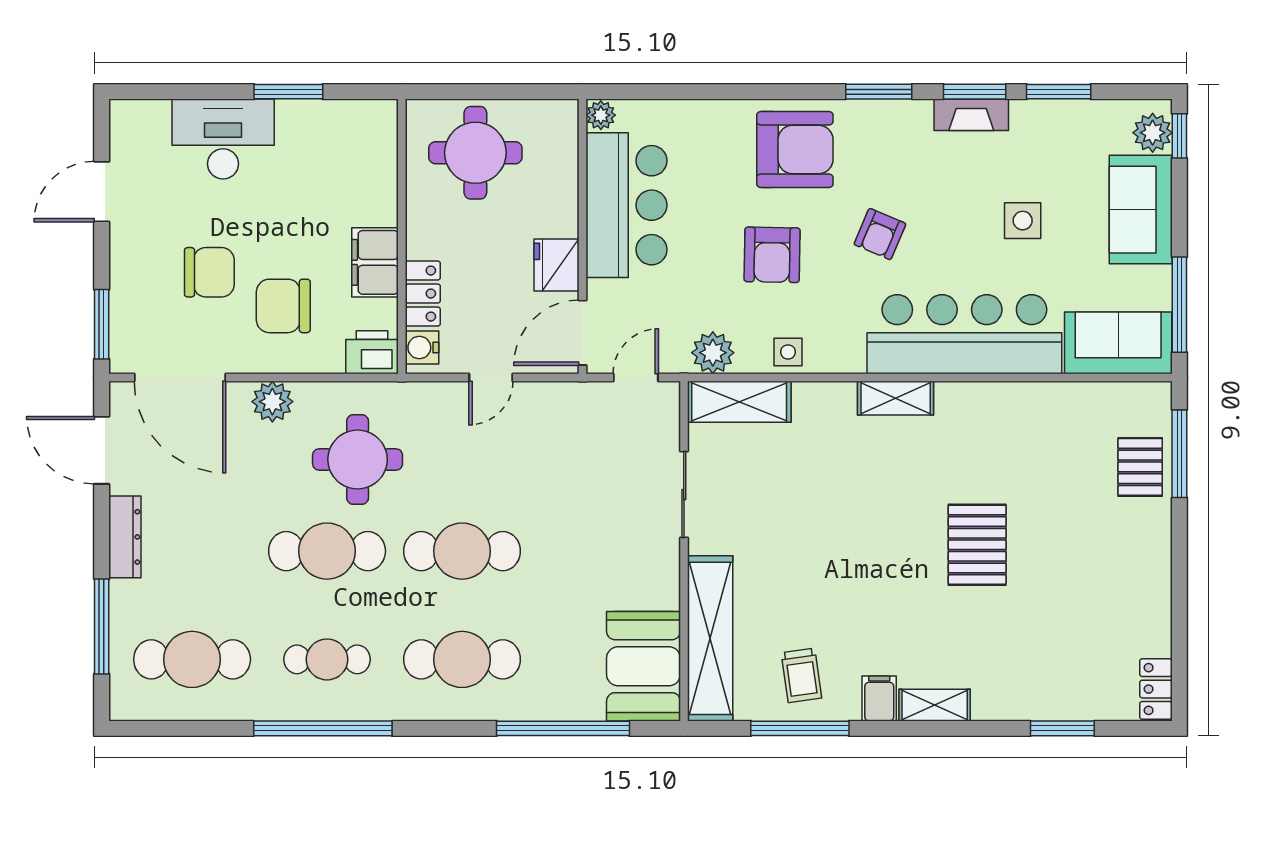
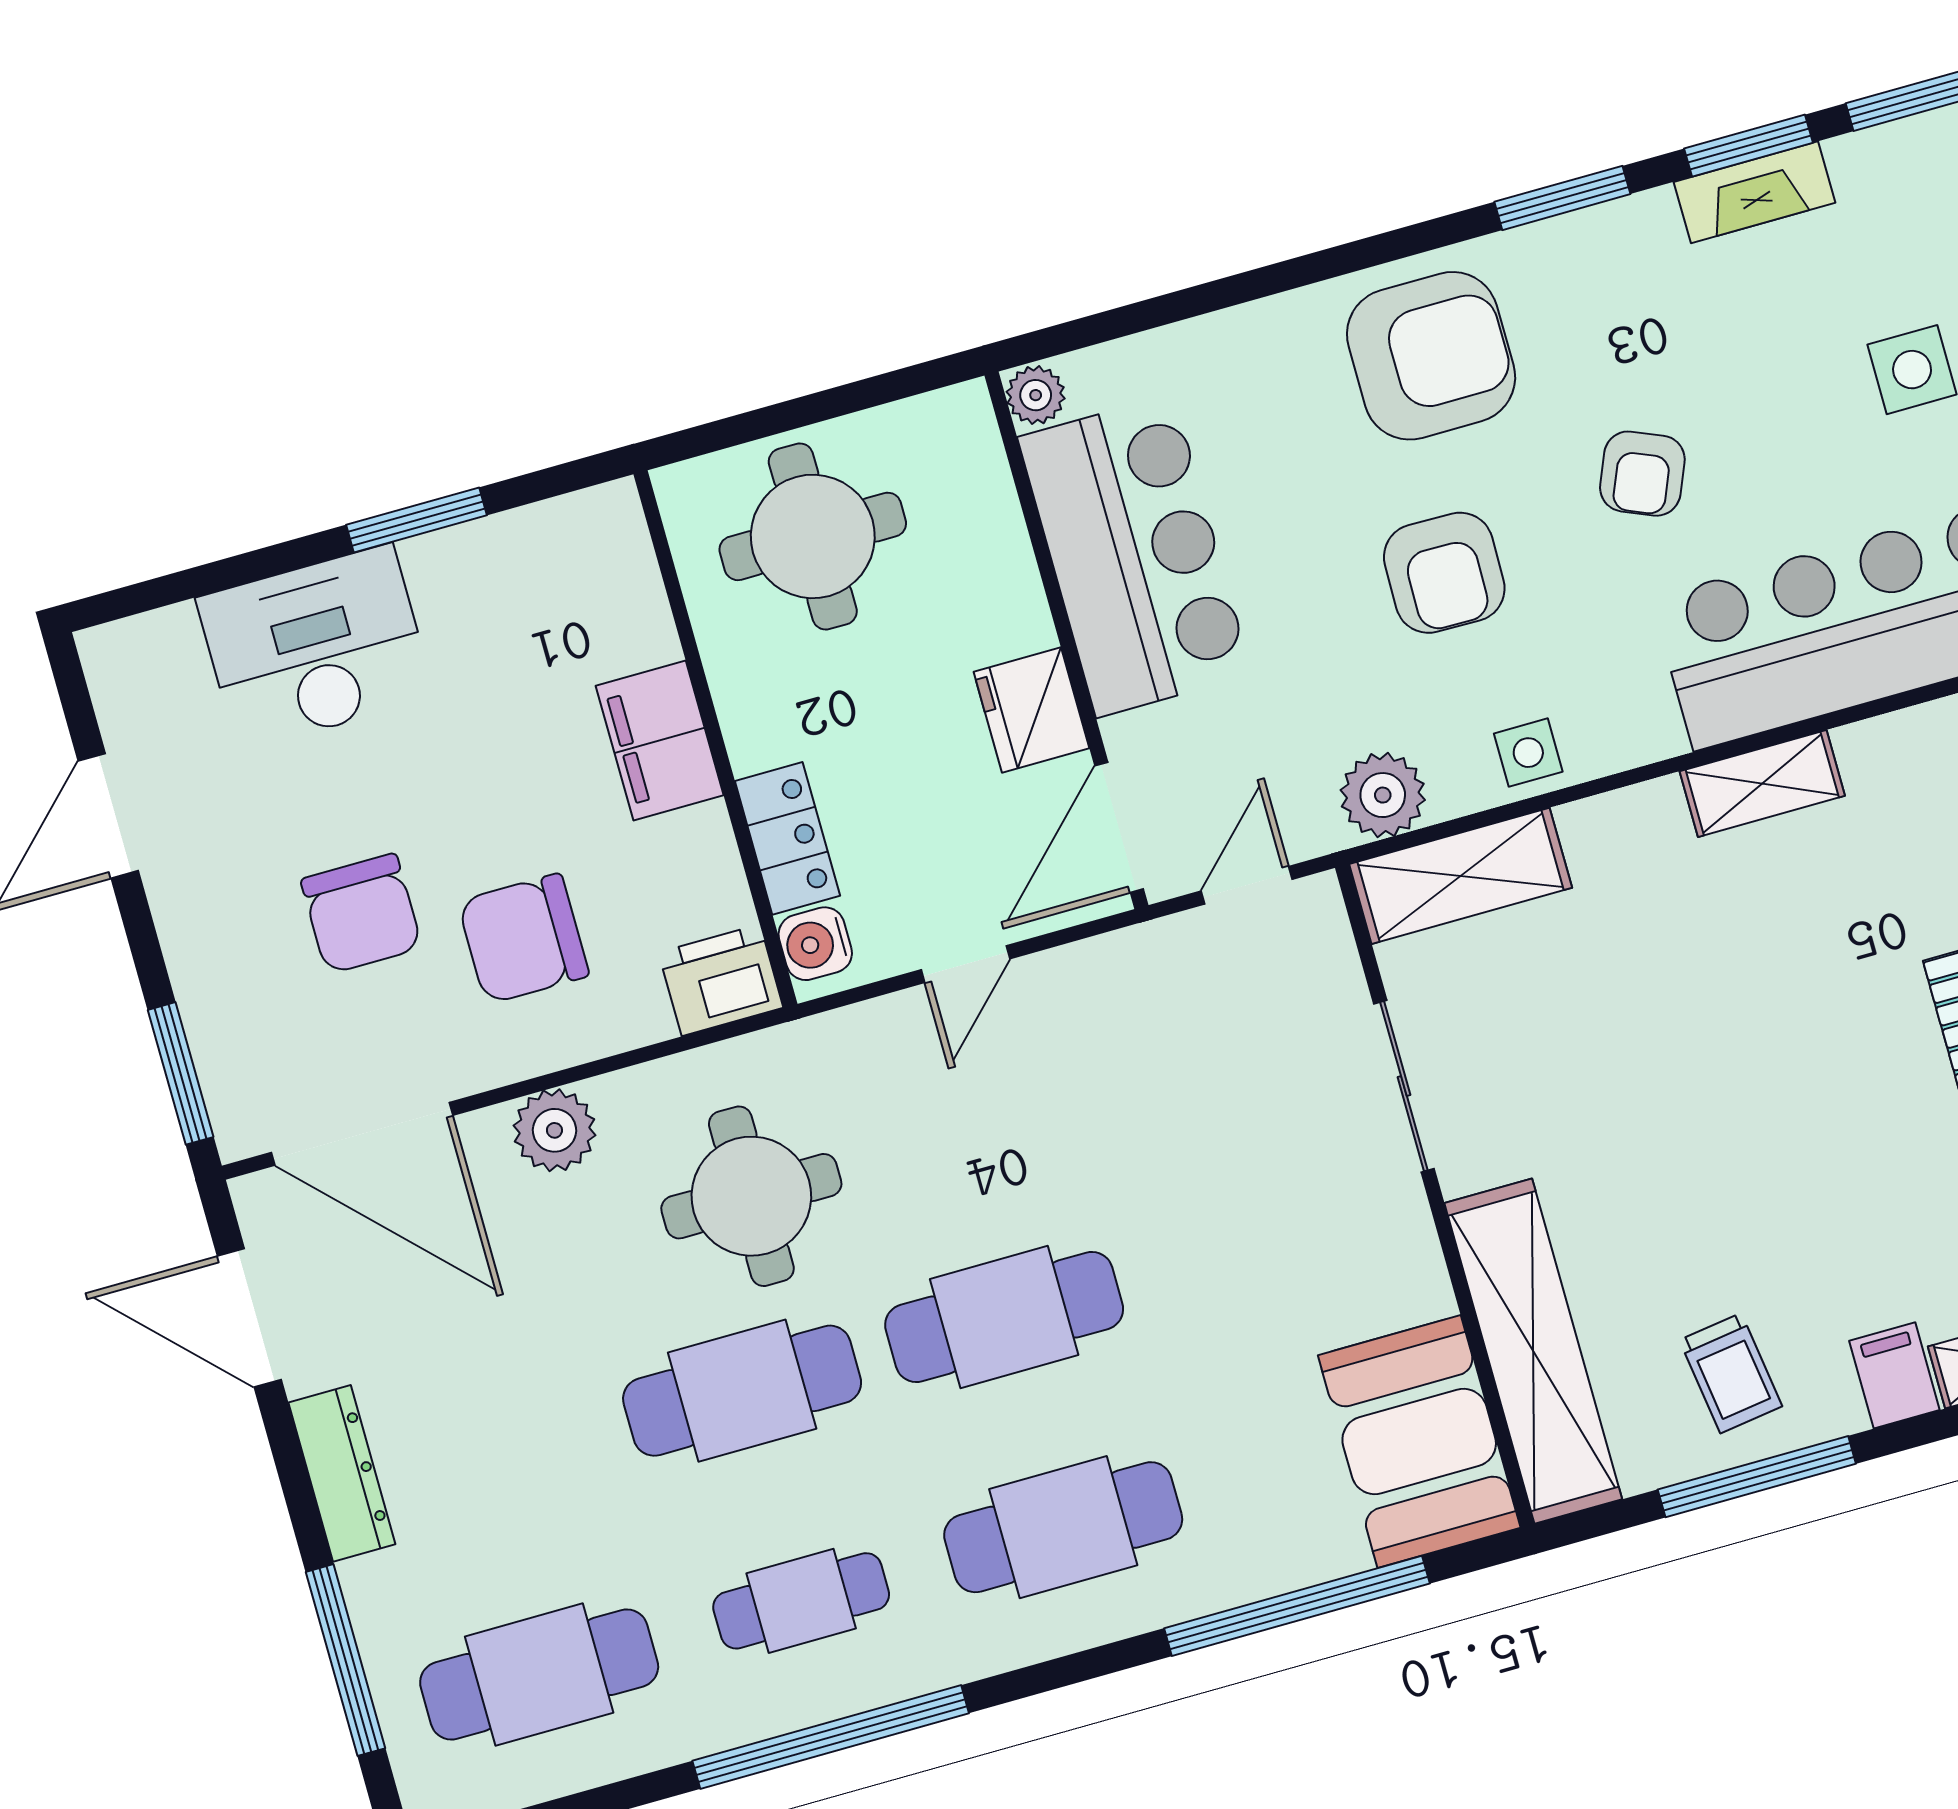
filing cabinet: (375, 262) -> (660, 740), moved
chair: (209, 272) -> (361, 914), turned 90

